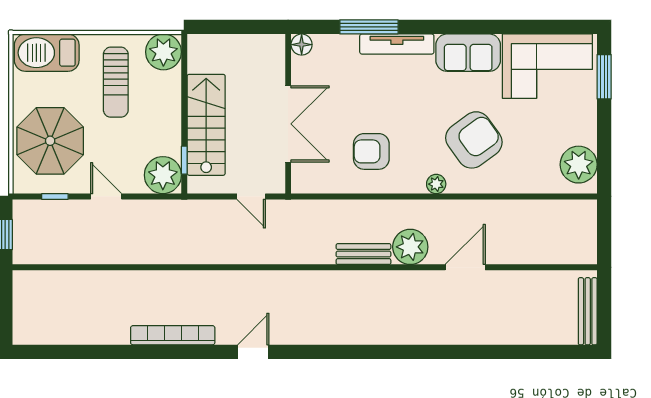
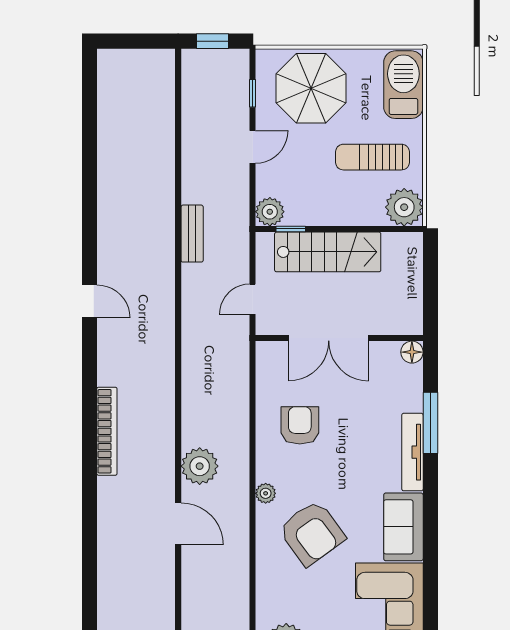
plant: (163, 175) -> (270, 212), width x0.73, depth x0.73
bench: (363, 254) -> (192, 234), moved
bookcase: (173, 335) -> (107, 431), moved

